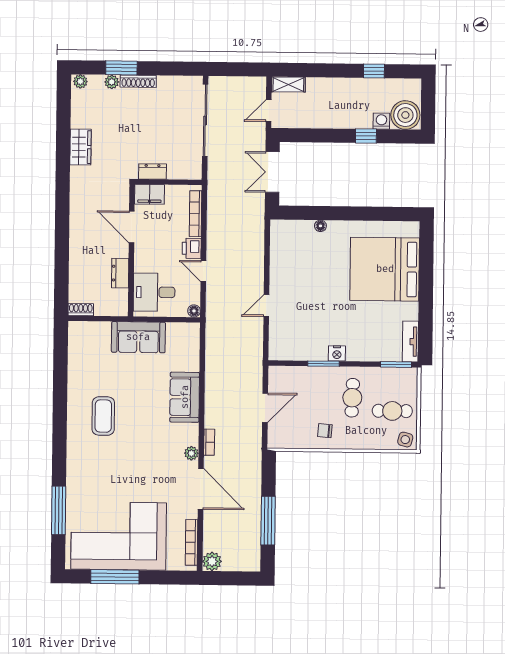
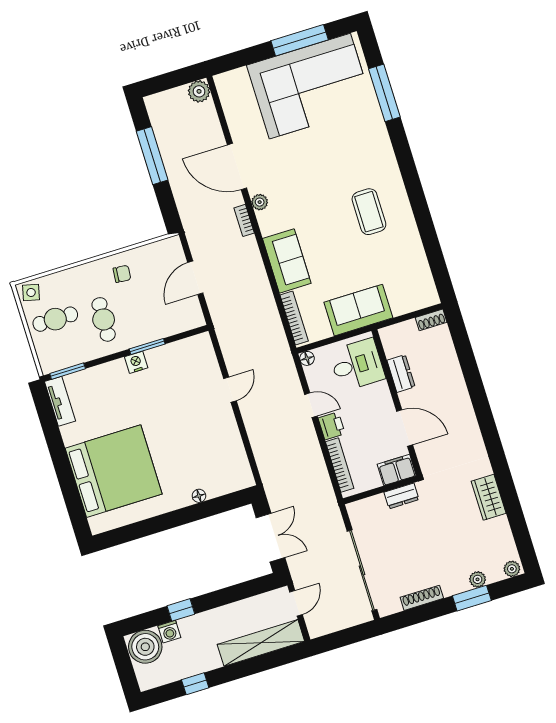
shoe rack: (138, 81) -> (422, 598), moved
shelving: (288, 85) -> (261, 643), width x2.20, depth x1.33
bookcase: (191, 542) -> (294, 318), moved

